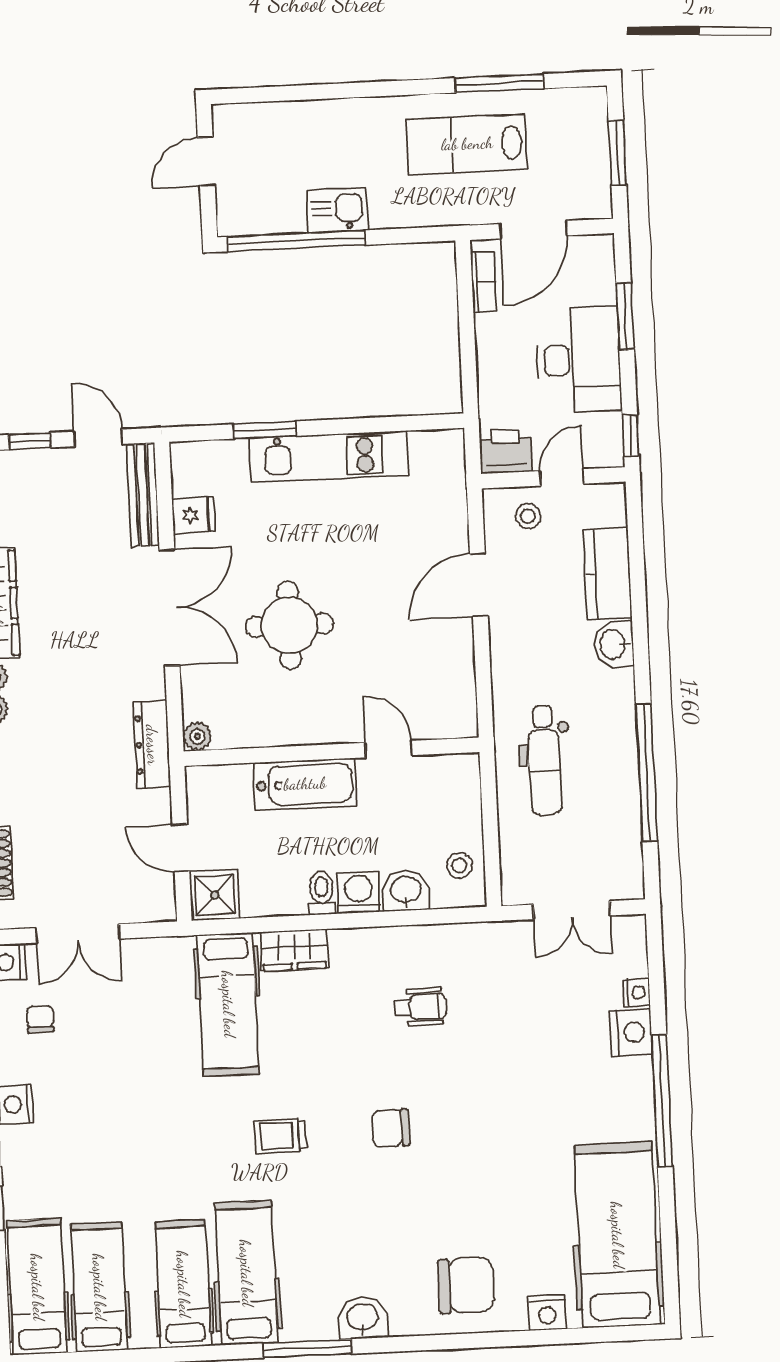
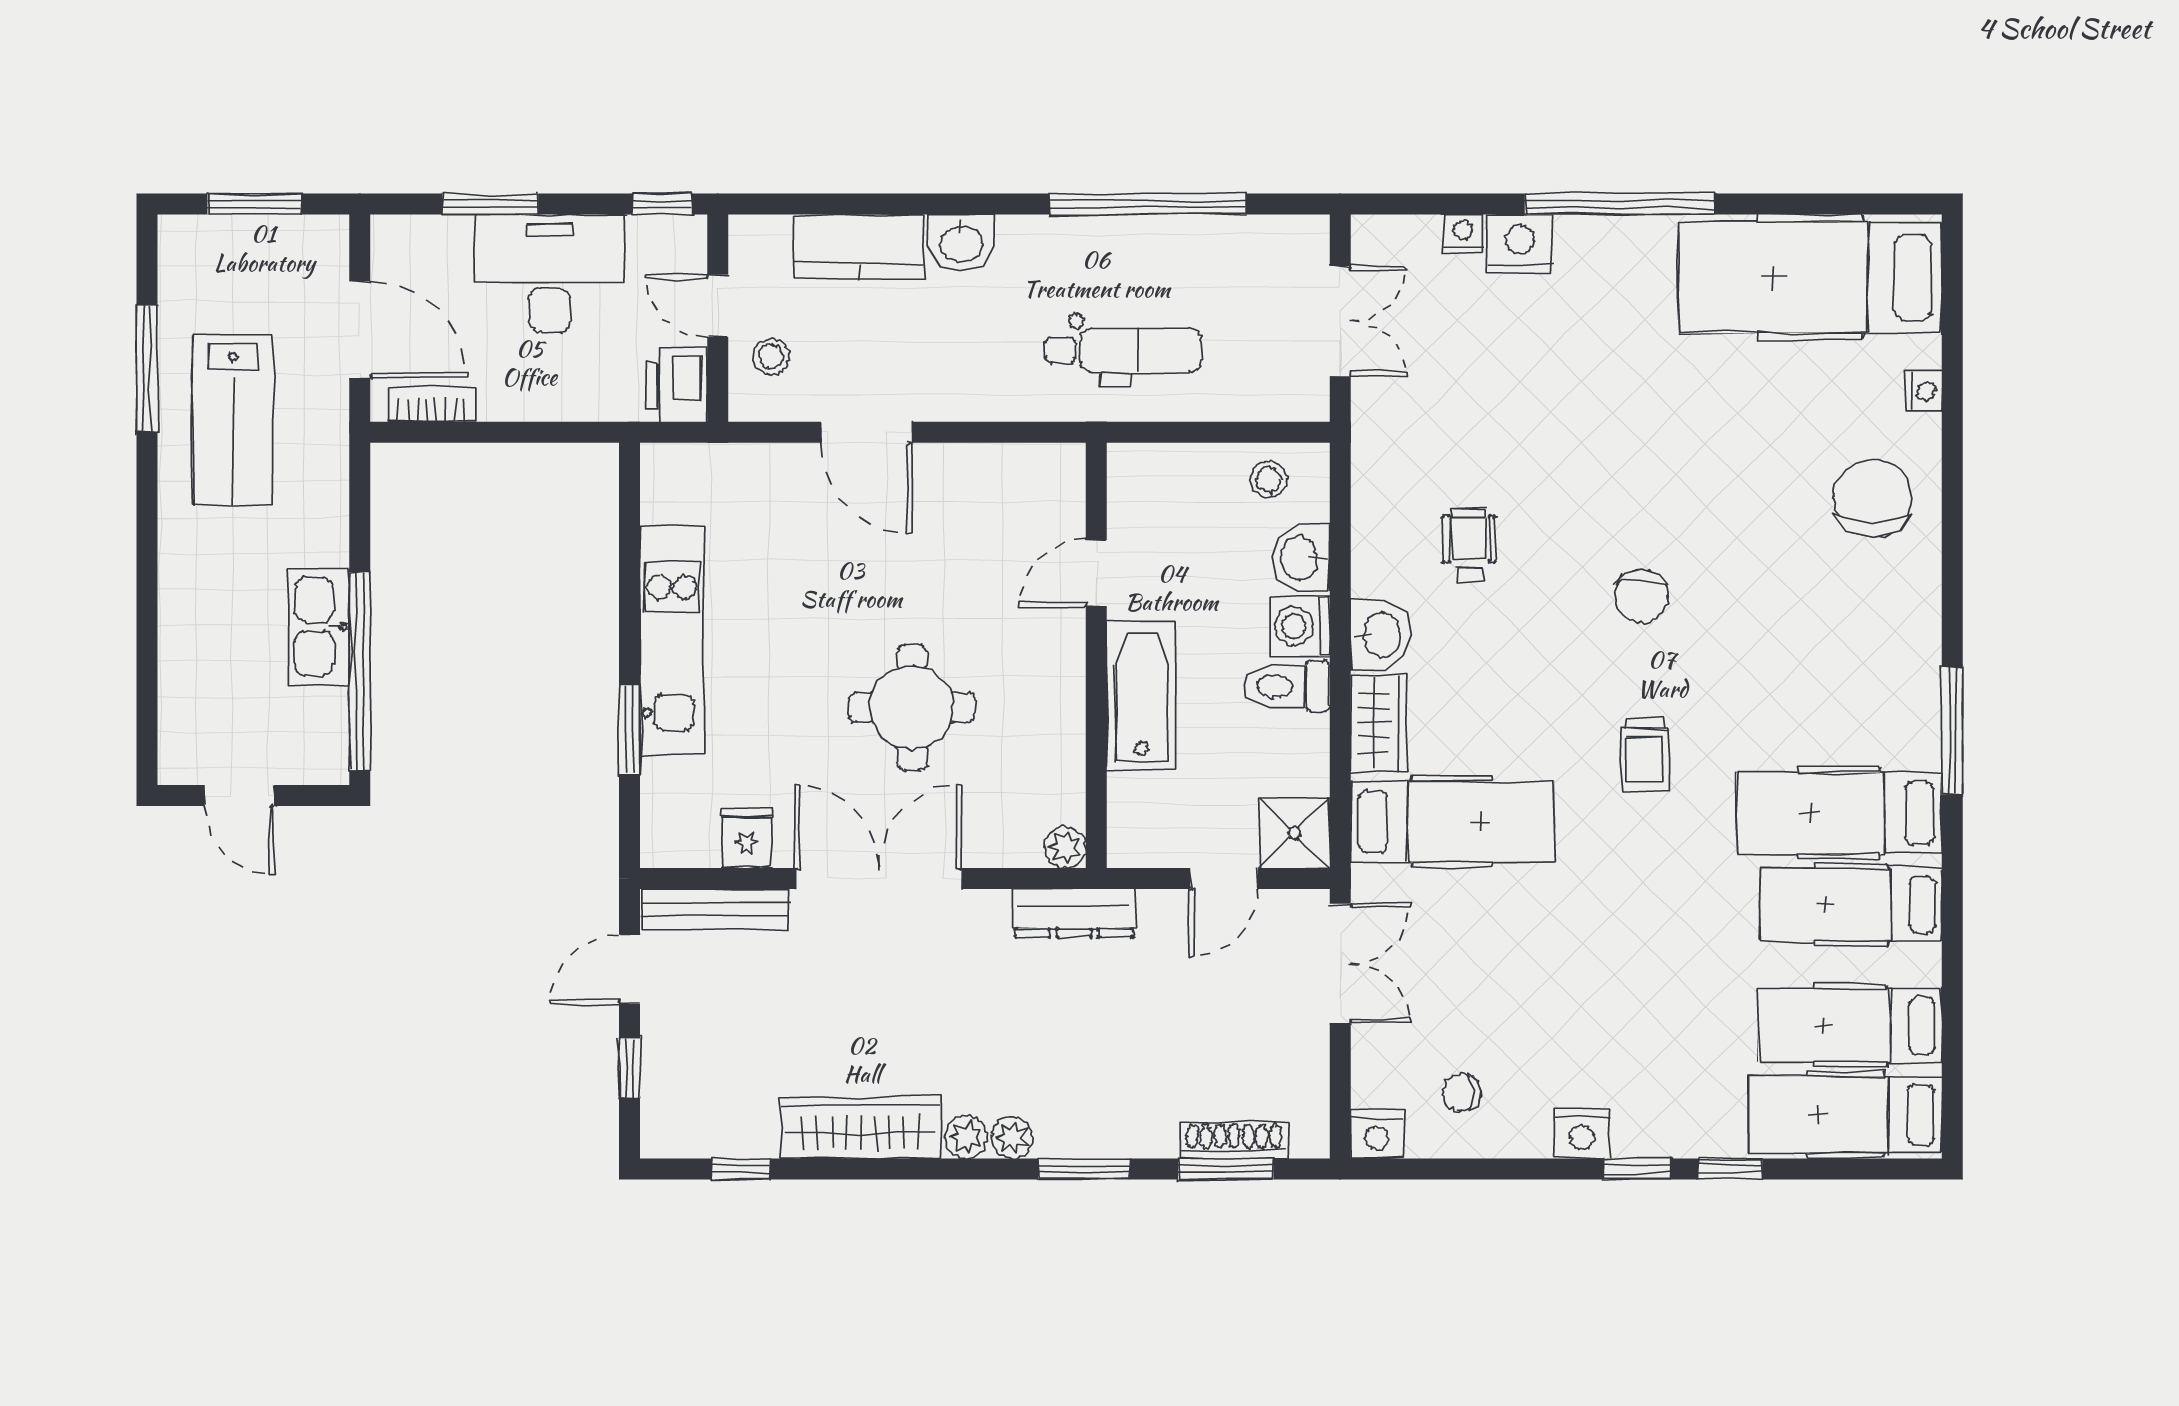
kitchen sink: (337, 210) -> (318, 627), width x1.38
toilet: (322, 893) -> (1287, 686), width x1.37, depth x1.39
double door: (78, 933) -> (1340, 963), moved
nightstand: (547, 1313) -> (1923, 391), width x0.72, depth x0.74
washbasin: (363, 1318) -> (1380, 635), moved, turned 180

